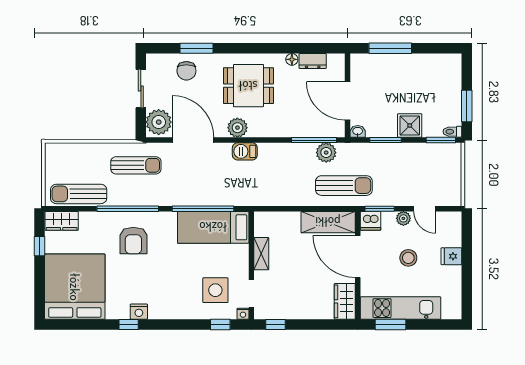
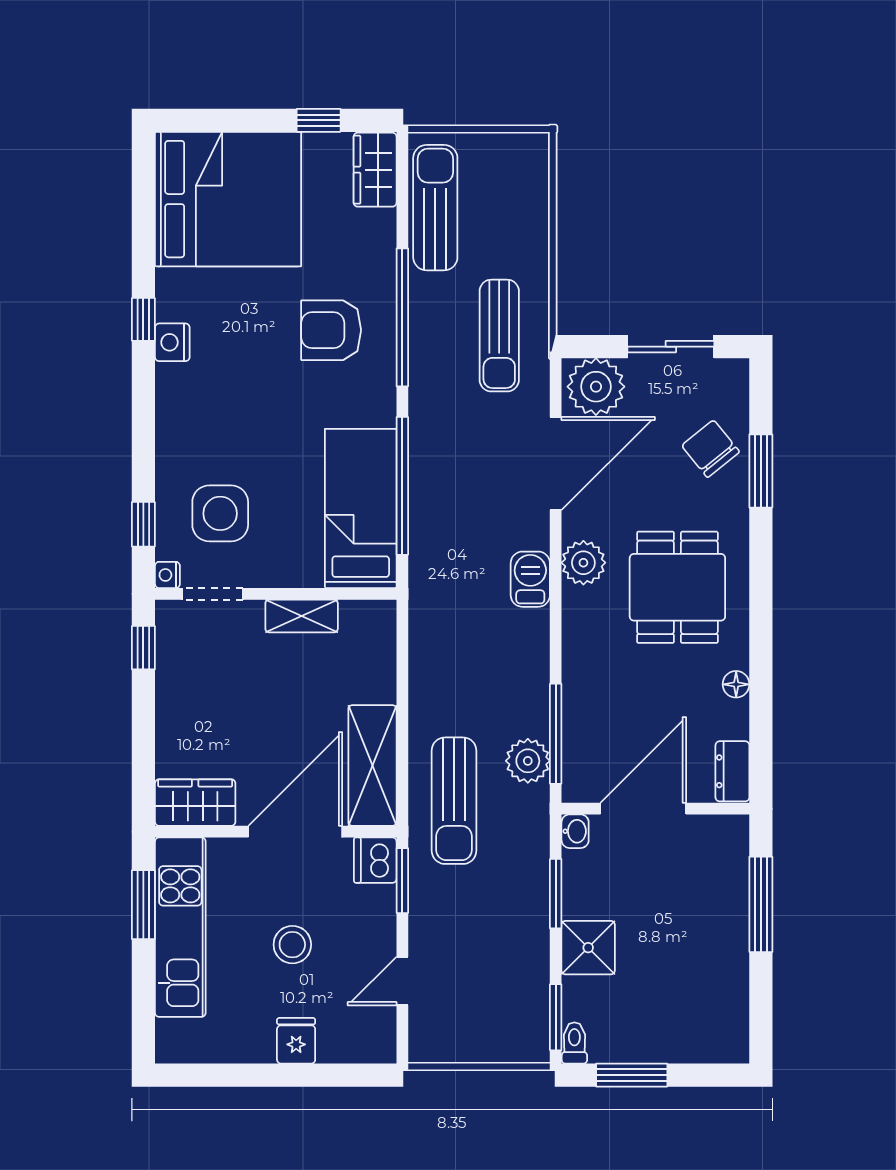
dresser: (313, 61) -> (732, 771), moved
chair: (186, 71) -> (710, 449), turned 51
plant: (403, 218) -> (381, 934), removed

